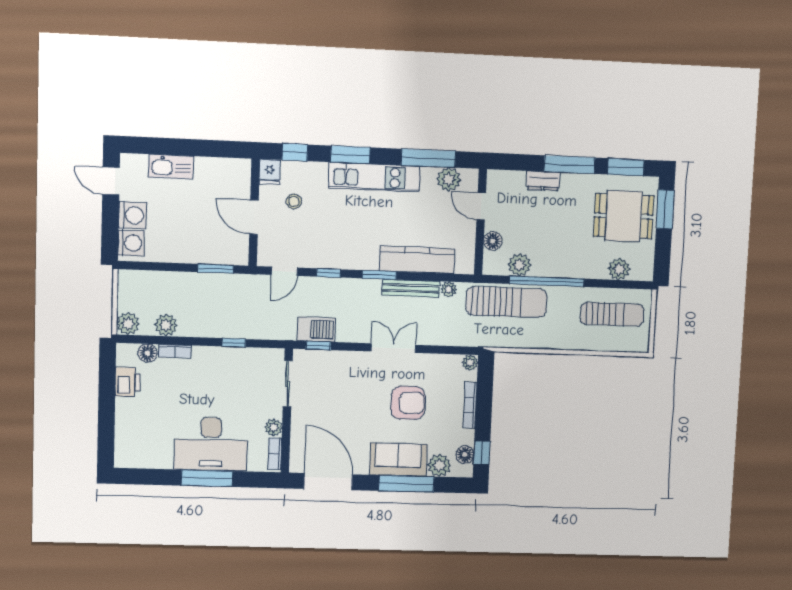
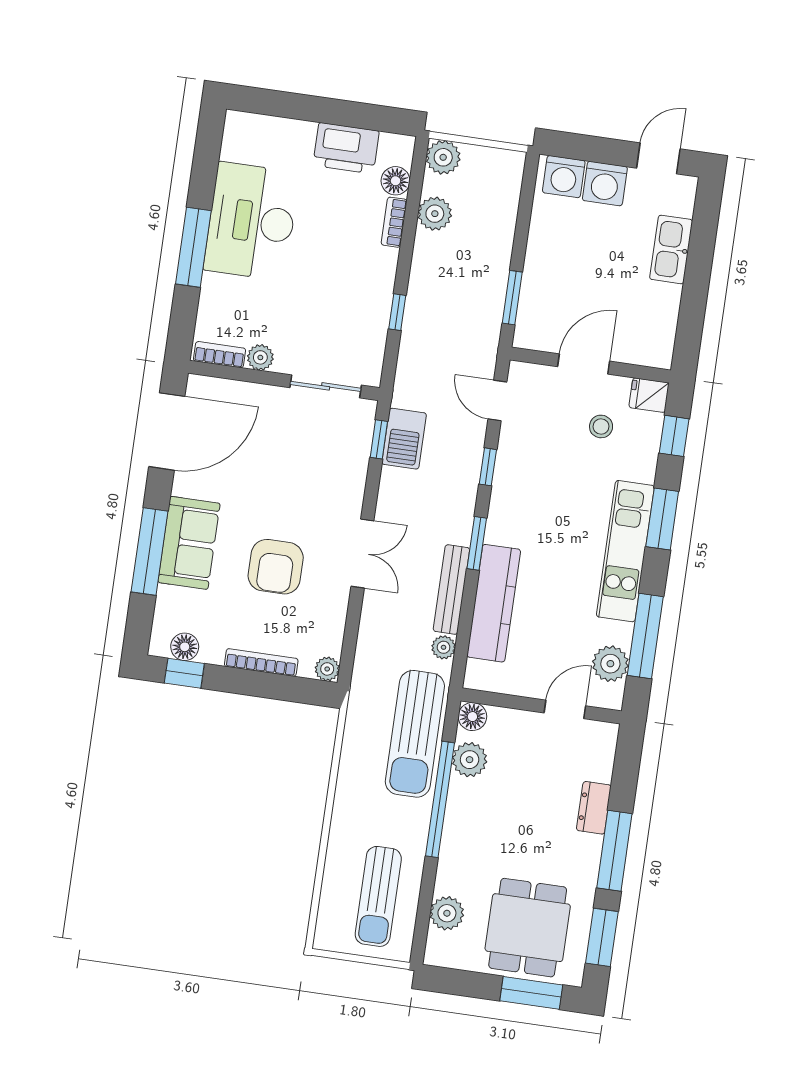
floor lamp: (493, 241) -> (472, 717), moved
printer: (128, 382) -> (346, 148), width x1.37, depth x1.19
desk: (211, 444) -> (251, 221), moved
plant: (439, 465) -> (172, 605), removed

